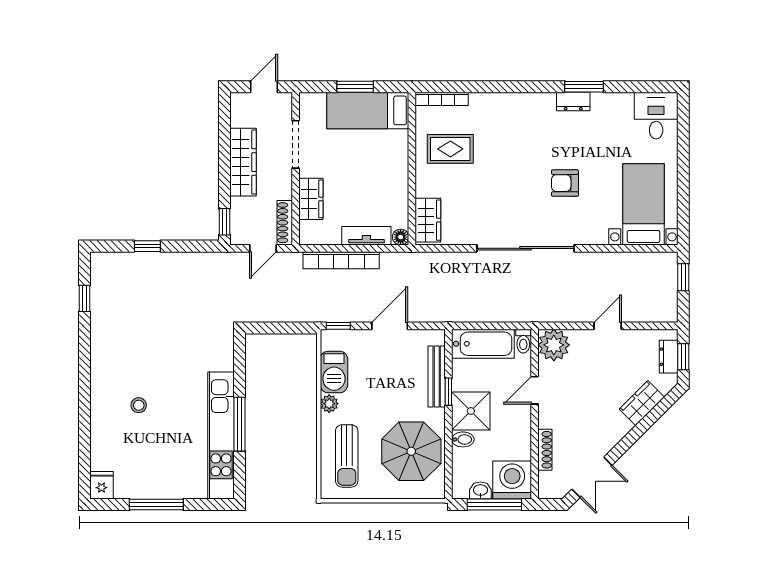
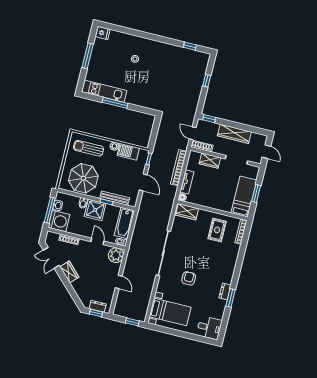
wardrobe: (642, 403) -> (69, 272), moved
kitchen unit: (221, 436) -> (104, 91), width x0.73

